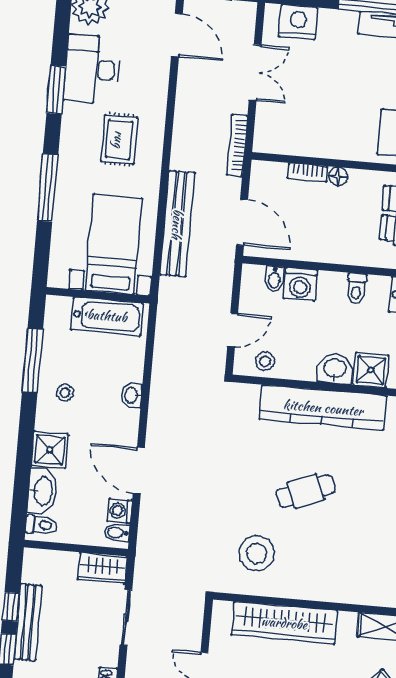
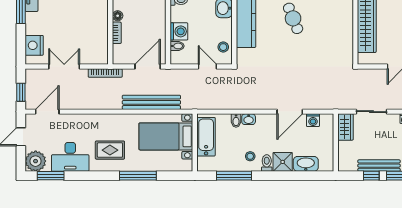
window: (56, 90) -> (51, 176), moved
rug: (119, 139) -> (110, 150), moved
toilet: (41, 525) -> (267, 163), moved
bidet: (117, 533) -> (236, 121), moved
stool: (257, 553) -> (330, 42), removed

